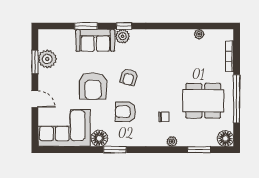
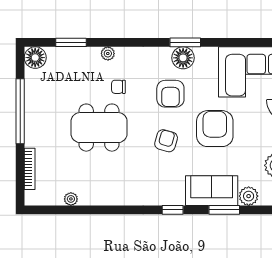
plant: (123, 36) -> (249, 196), moved
dining table: (203, 101) -> (99, 128), moved
armchair: (126, 112) -> (170, 94), turned 90
floor lamp: (99, 138) -> (183, 58), moved

